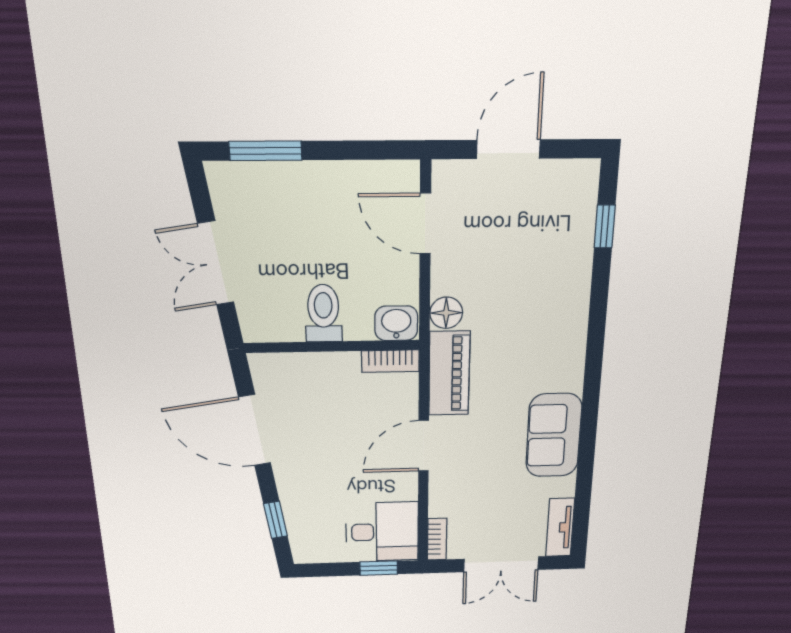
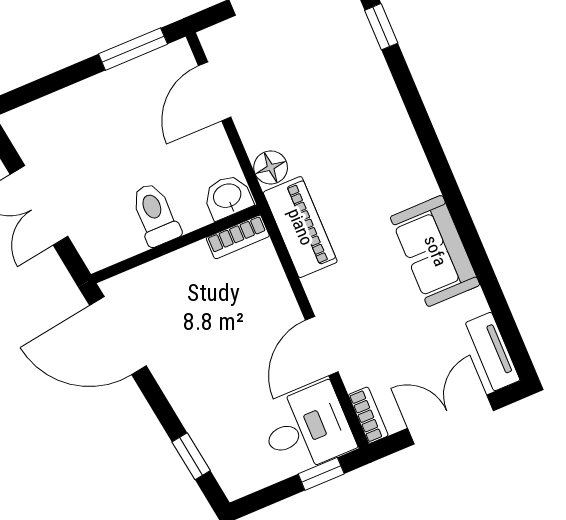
window: (266, 151) -> (133, 49), moved
door: (425, 224) -> (215, 91), hinge flipped
door: (255, 430) -> (118, 336), moved
door: (424, 446) -> (322, 346), moved
double door: (501, 564) -> (450, 419), swing flipped

